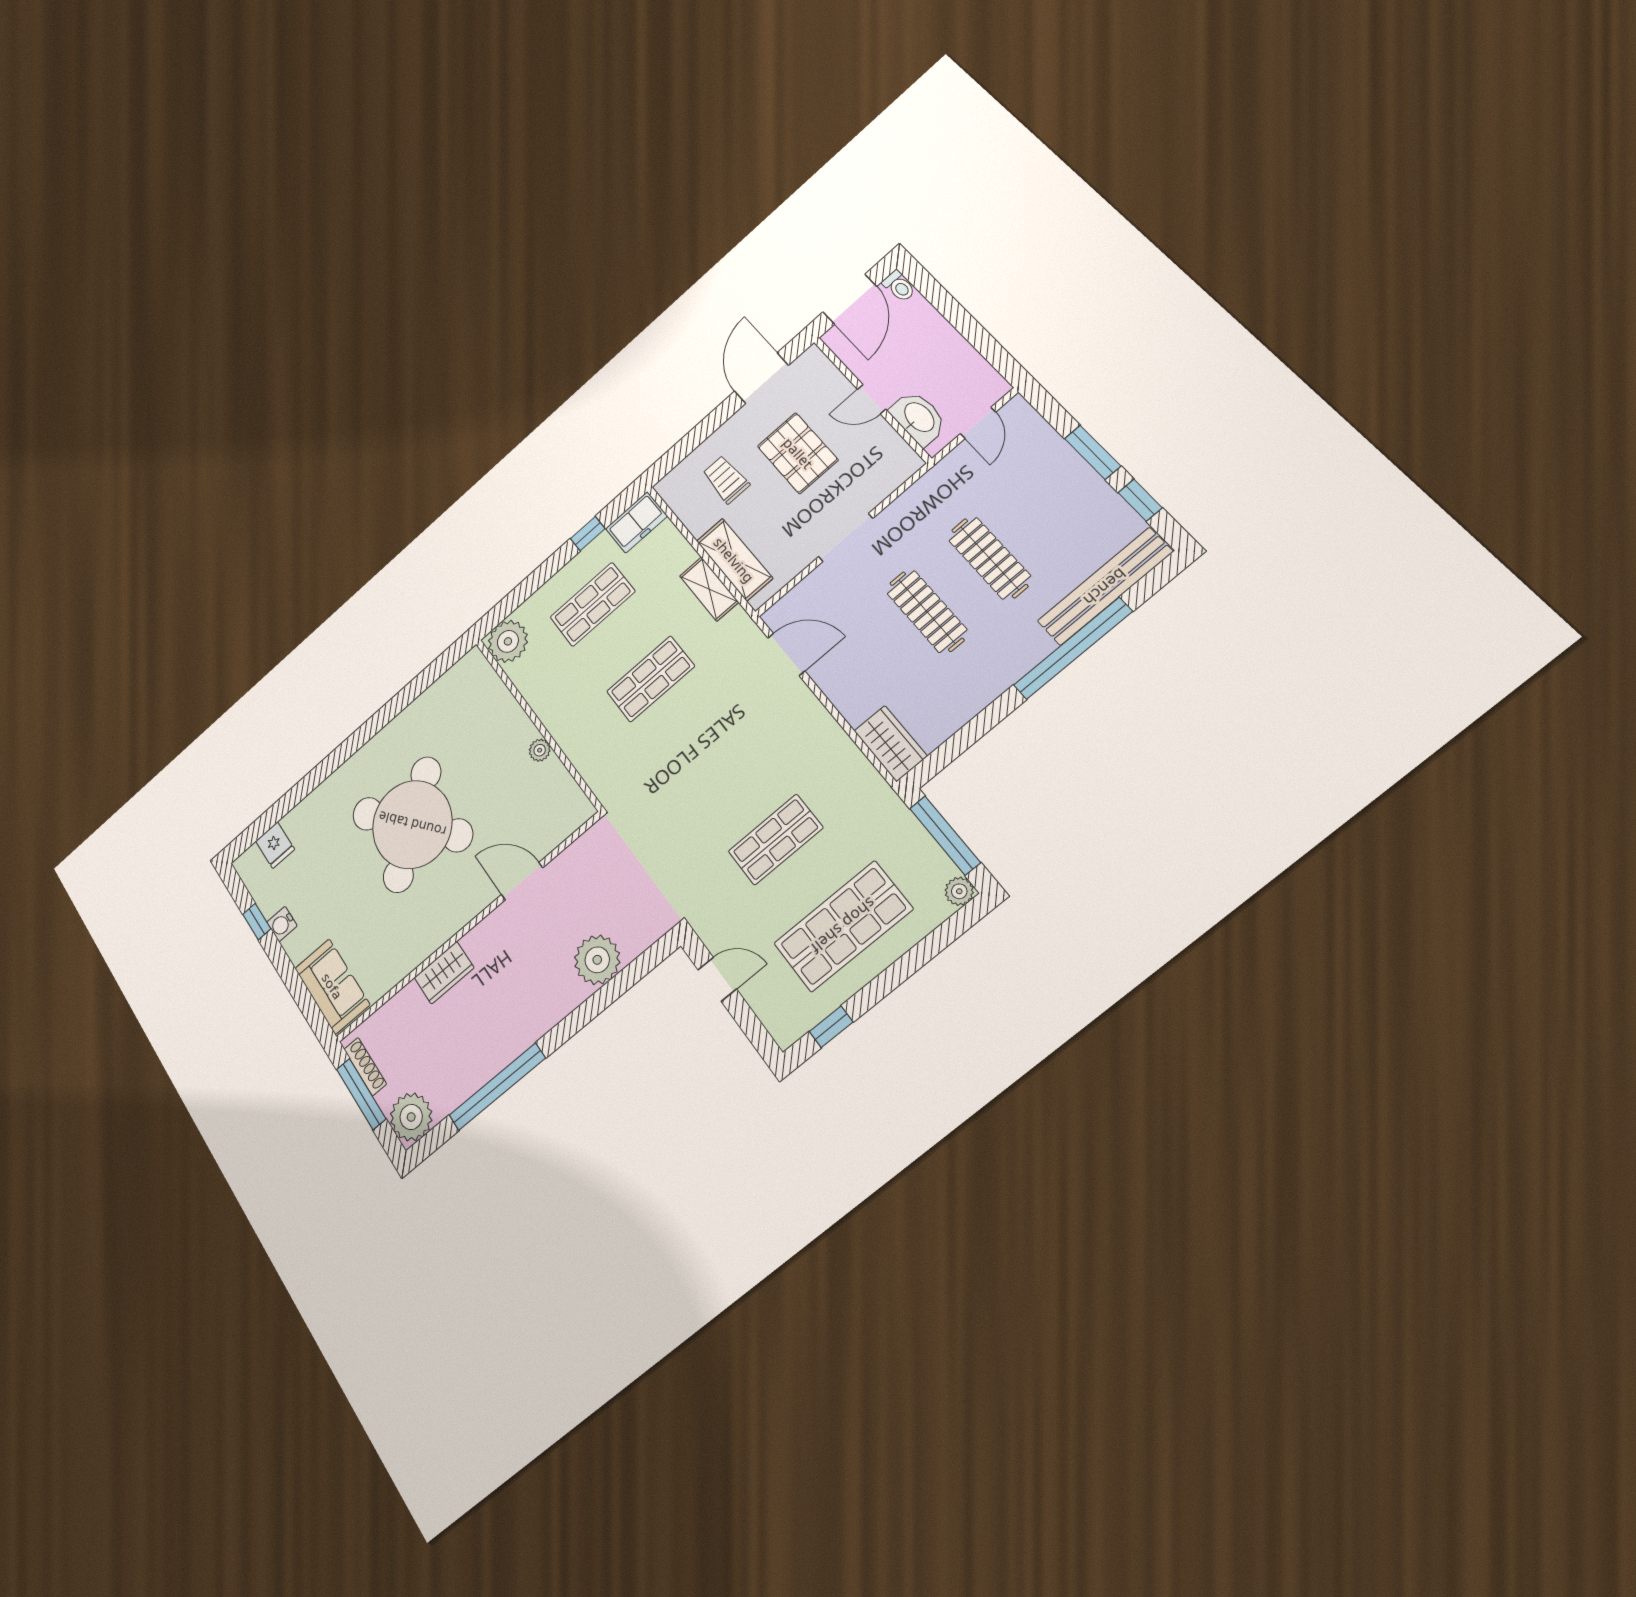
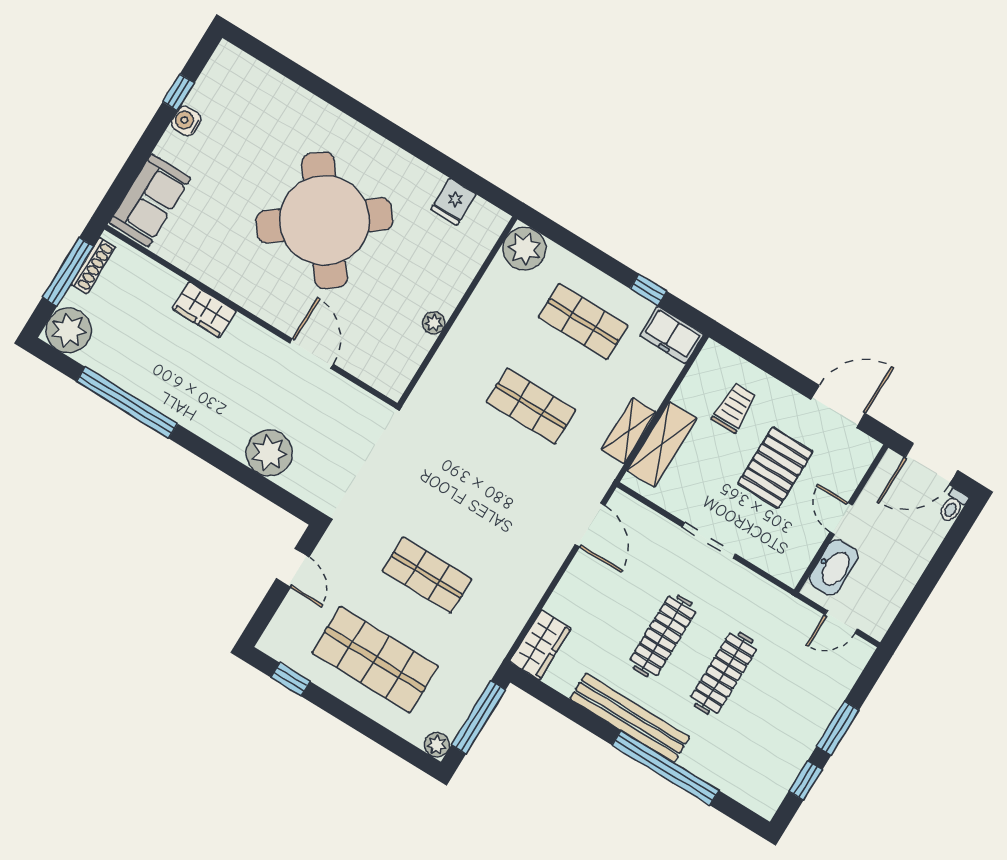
bench: (1105, 587) -> (630, 718), moved
fridge: (275, 845) -> (453, 202), moved

